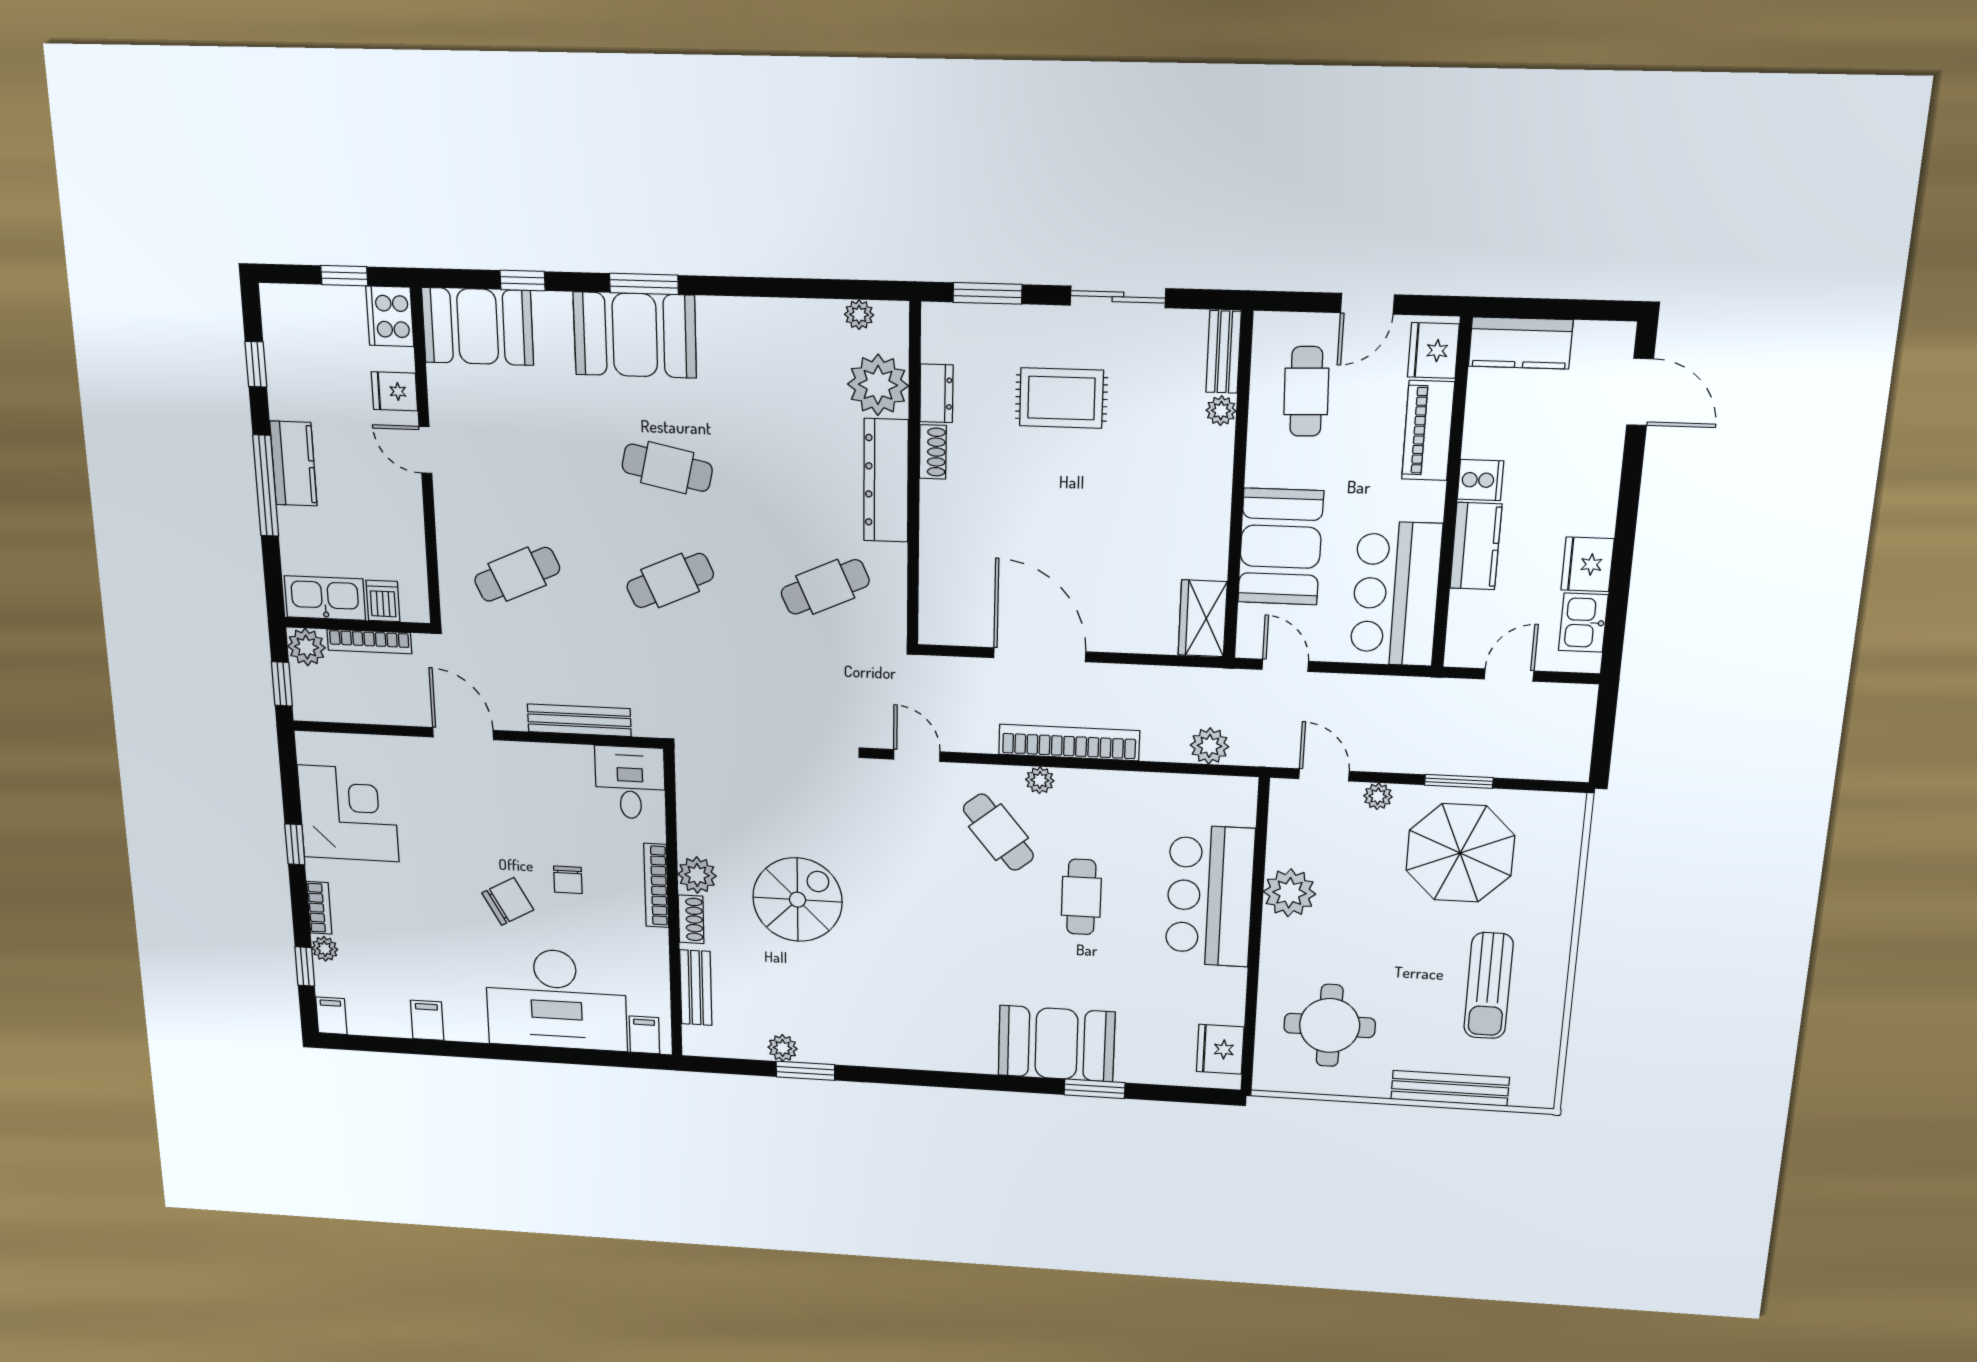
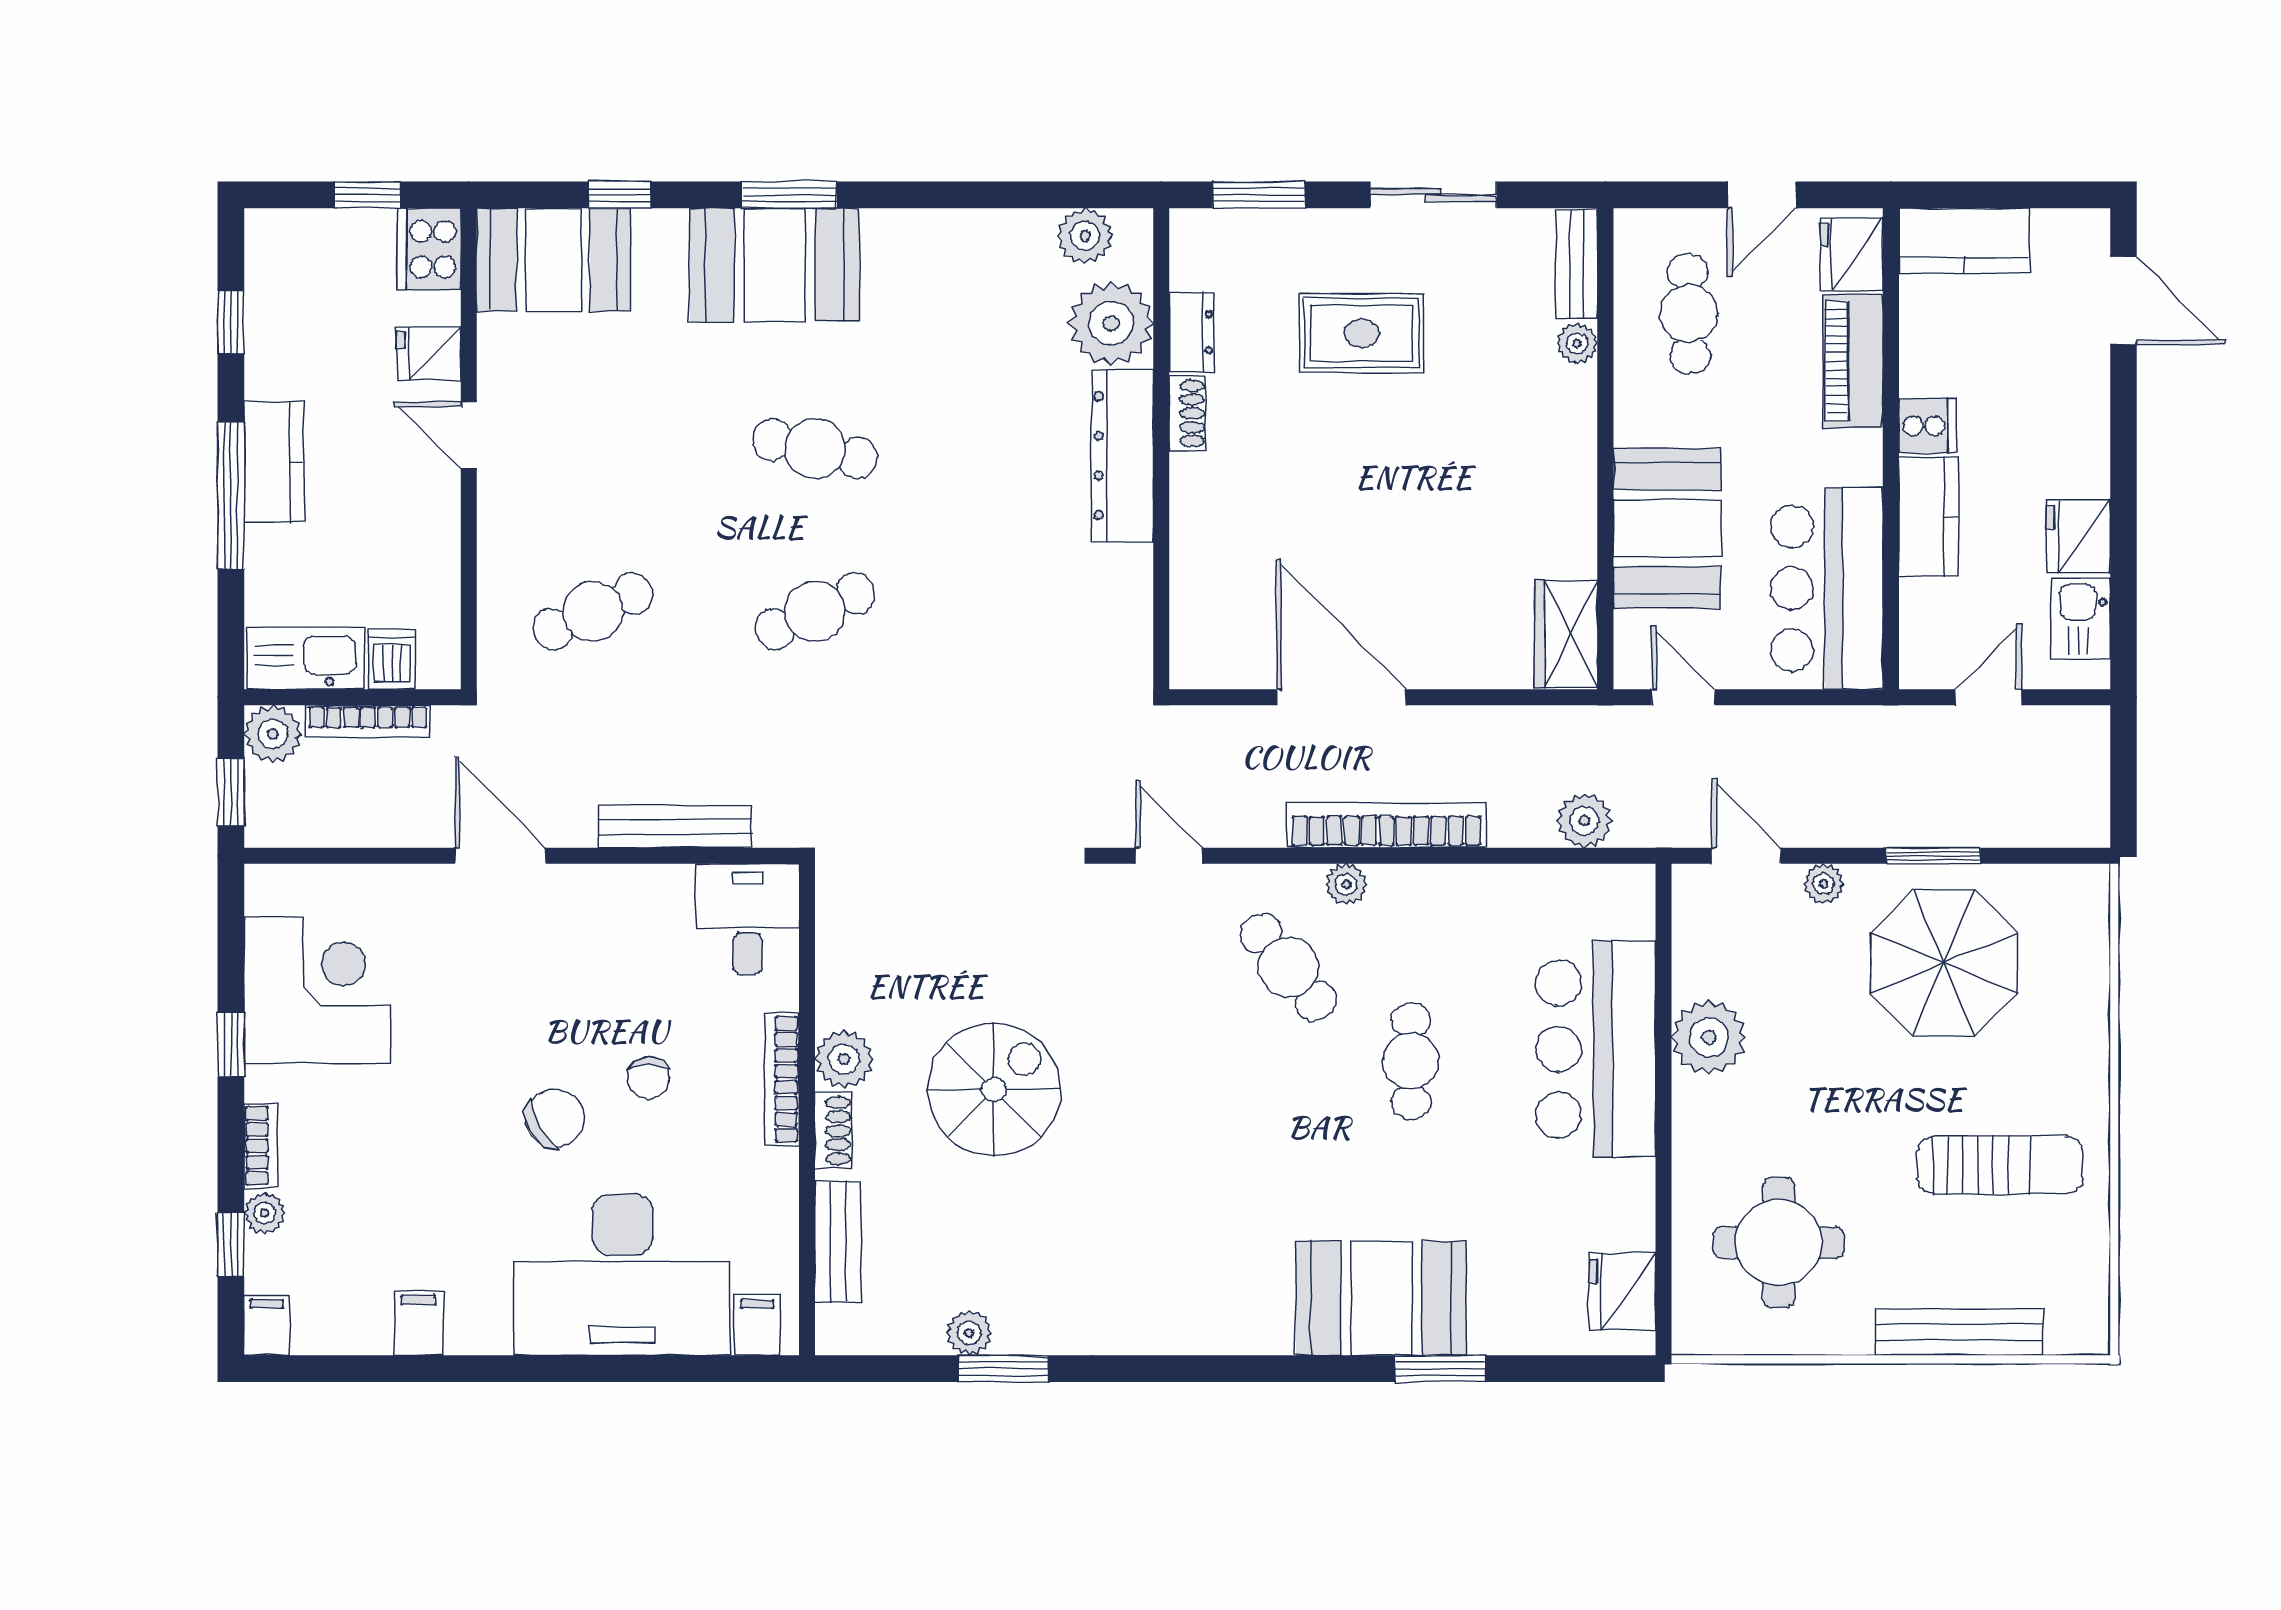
plant: (859, 315) -> (1085, 236), width x1.38, depth x1.38
cafe table: (825, 587) -> (1037, 611), removed
sun lounger: (1489, 986) -> (2000, 1165), turned -90

